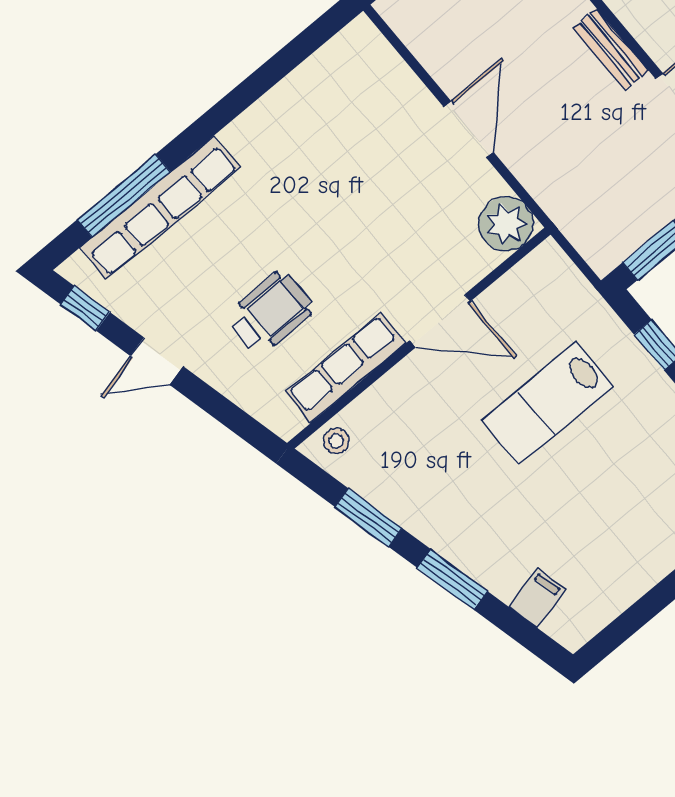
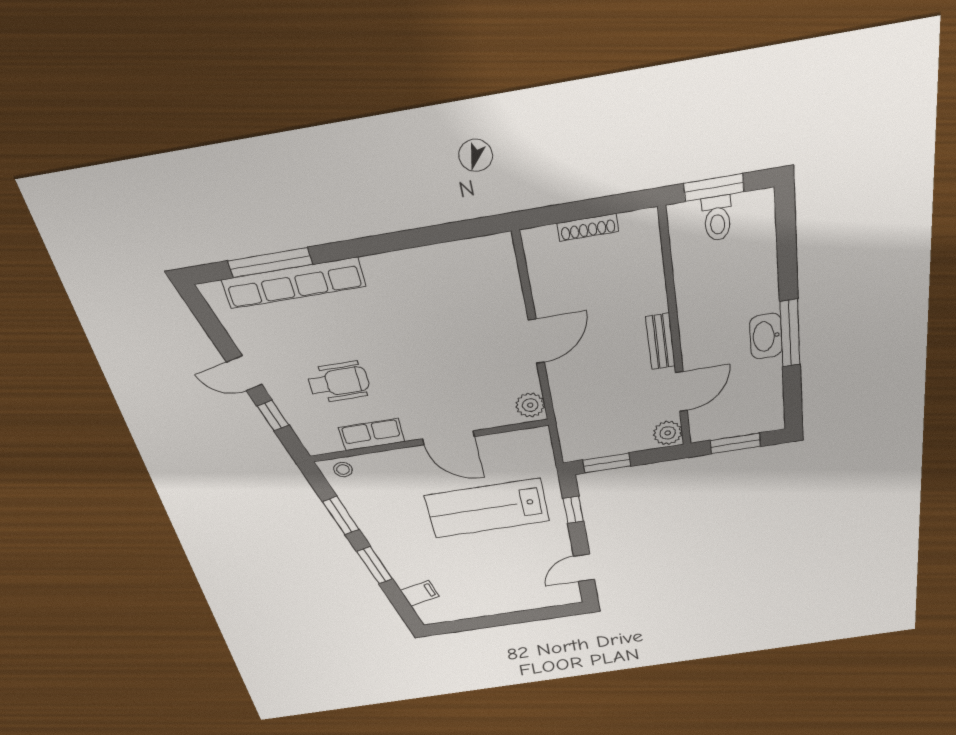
plant: (506, 224) -> (530, 405), width x0.73, depth x0.73
window: (85, 308) -> (273, 416), moved
row of seats: (346, 368) -> (372, 435), width x0.68
lab bench: (547, 403) -> (487, 508), width x1.36, depth x1.39

